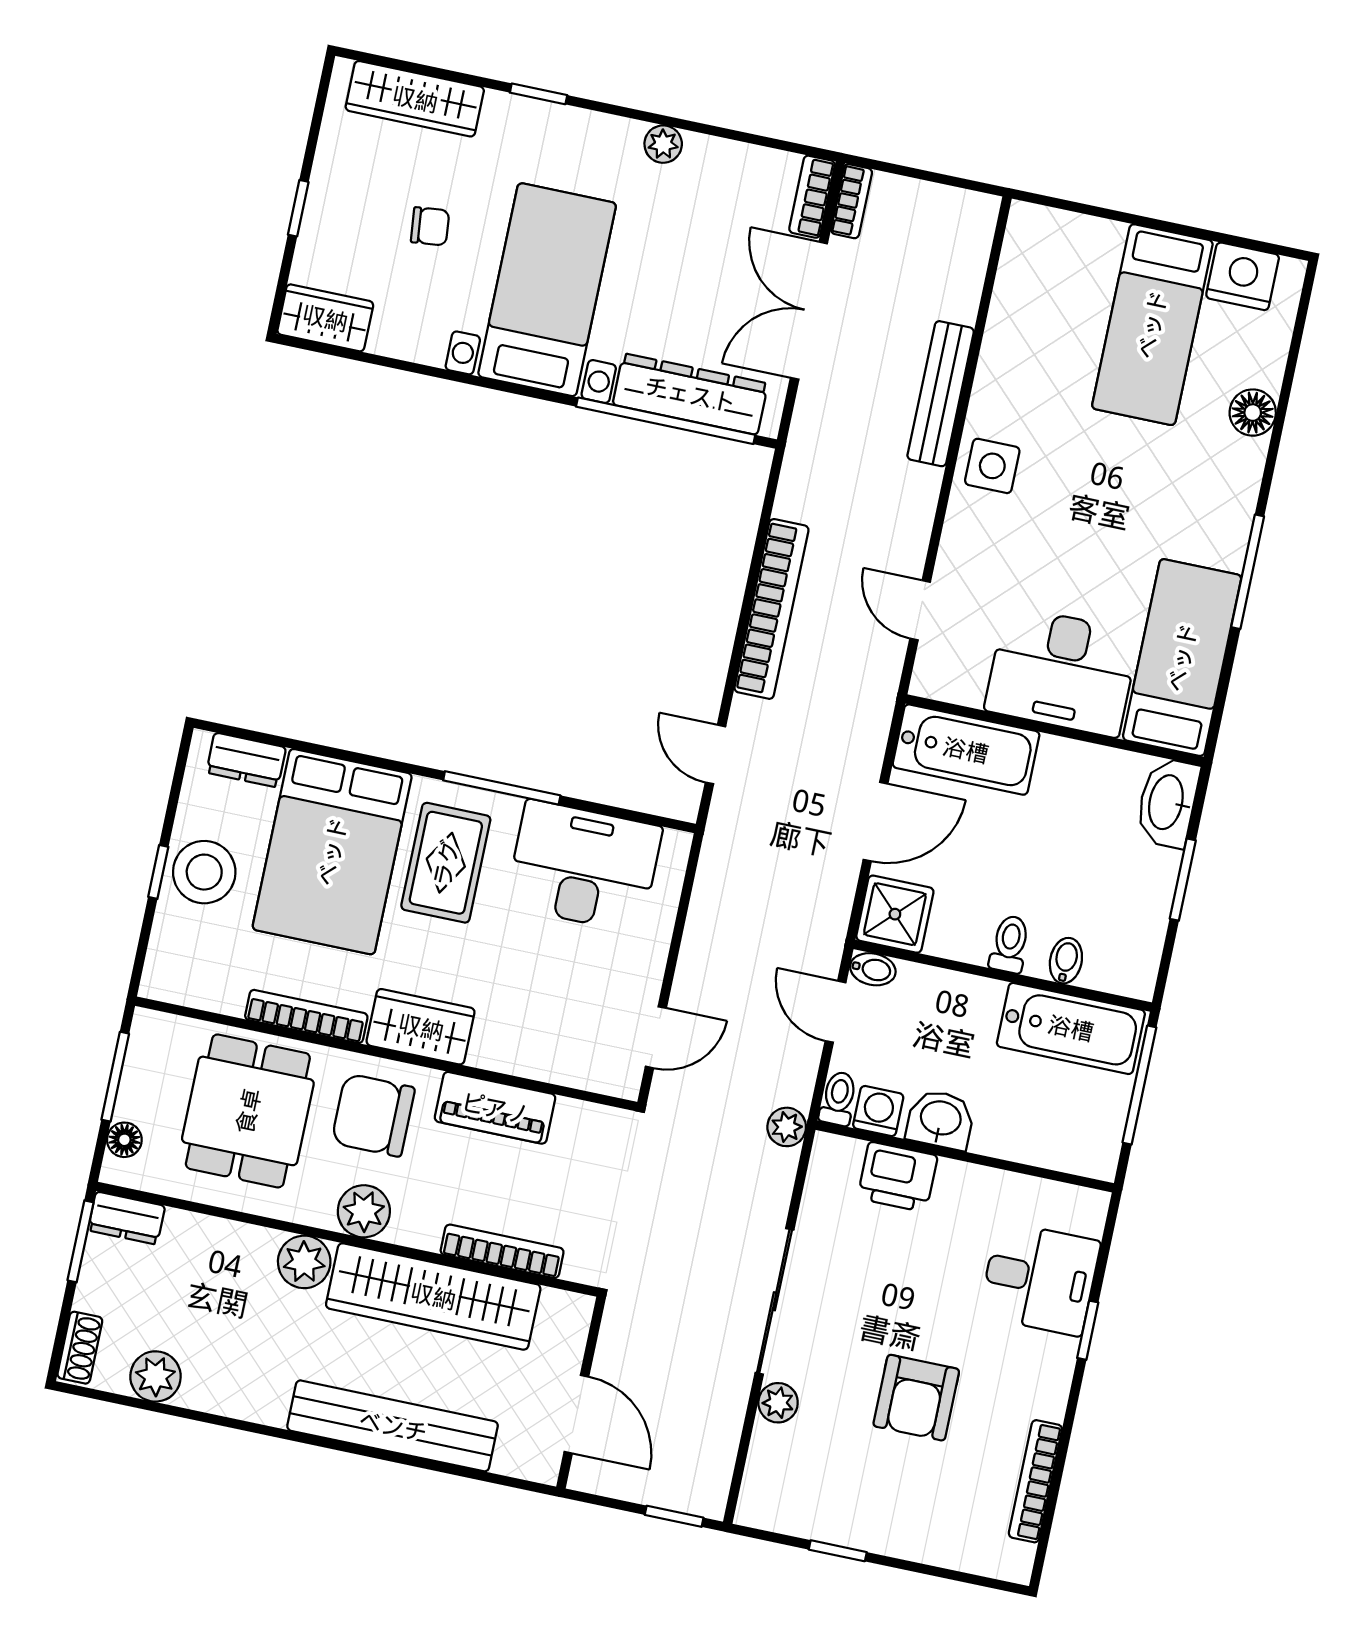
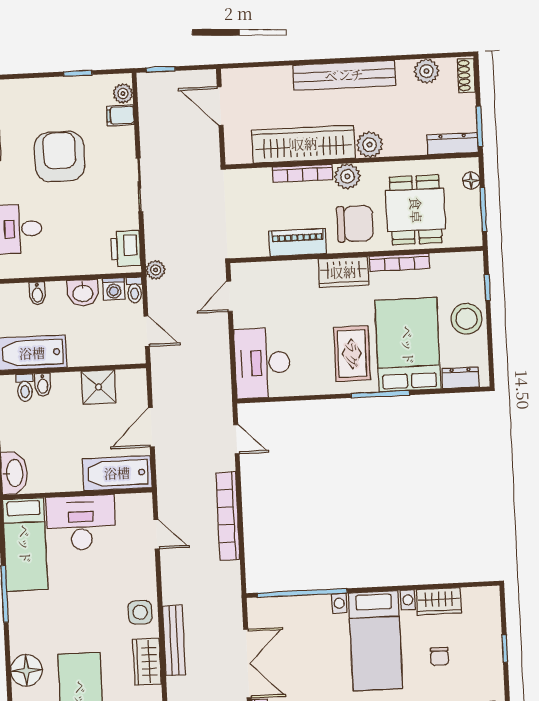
chair: (430, 226) -> (439, 656), turned -84
wardrobe: (325, 318) -> (439, 601), moved
wardrobe: (1004, 366) -> (147, 662), added
dresser: (690, 394) -> (294, 609), removed
floor lamp: (1253, 413) -> (26, 670), width x1.38, depth x1.38
window: (502, 788) -> (380, 394), moved
desk: (584, 866) -> (262, 363), moved, turned 90
window: (158, 872) -> (487, 287), moved
shower: (895, 914) -> (99, 387), moved
toilet: (1010, 944) -> (25, 388), moved
bidet: (873, 969) -> (37, 293), moved, turned -90
printer: (898, 1177) -> (126, 249), moved, turned -90
dresser: (127, 1218) -> (453, 144), width x1.44
bookcase: (502, 1251) -> (303, 173), moved
sliding door: (774, 1301) -> (139, 185), width x0.73
armchair: (916, 1398) -> (59, 157), width x1.36, depth x1.36
plant: (778, 1403) -> (123, 93), moved
bench: (393, 1426) -> (344, 75), moved
filing cabinet: (776, 1447) -> (120, 115), added

